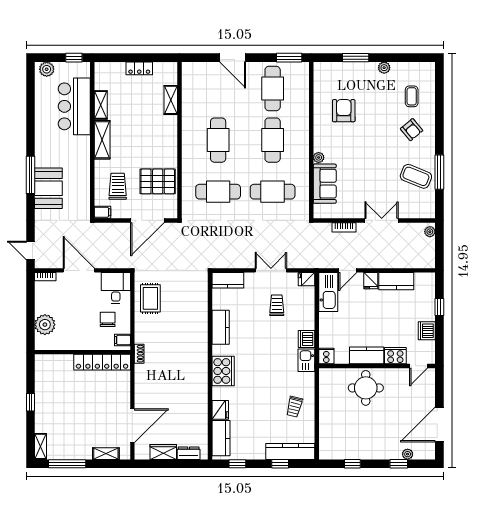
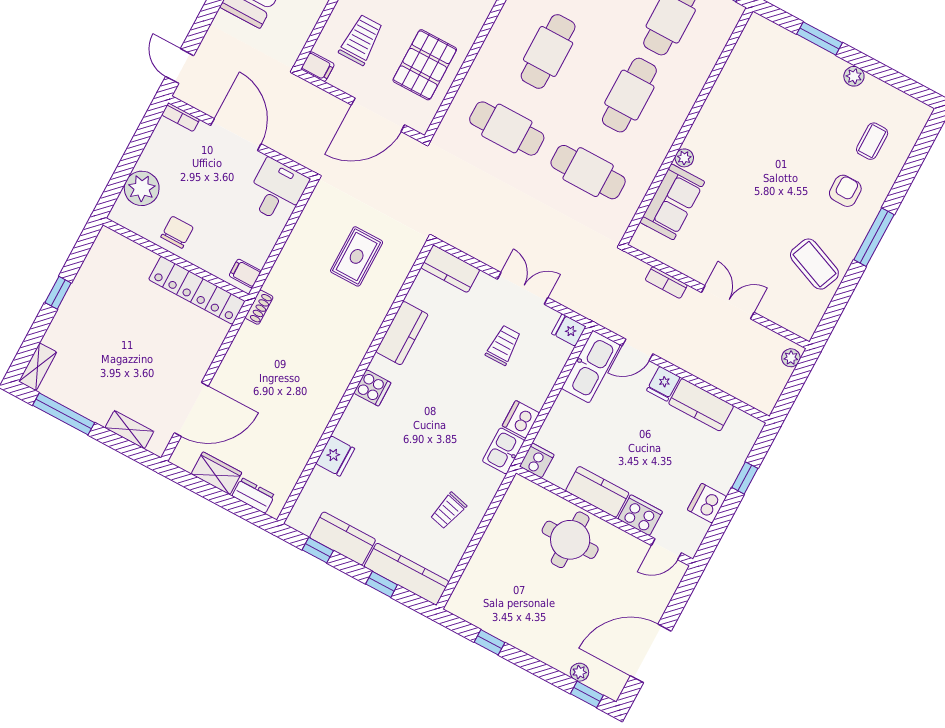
armchair: (344, 111) -> (759, 108), removed
armchair: (412, 130) -> (845, 191), turned -140
window: (439, 172) -> (874, 237), moved
pallet: (158, 181) -> (425, 65), turned 90
rug: (150, 298) -> (357, 256), moved
chair: (108, 319) -> (177, 232), moved
cooker: (223, 371) -> (372, 388), width x0.53, depth x0.76
kitchen counter: (221, 438) -> (343, 538), moved, turned -90
window: (399, 464) -> (587, 694), moved

